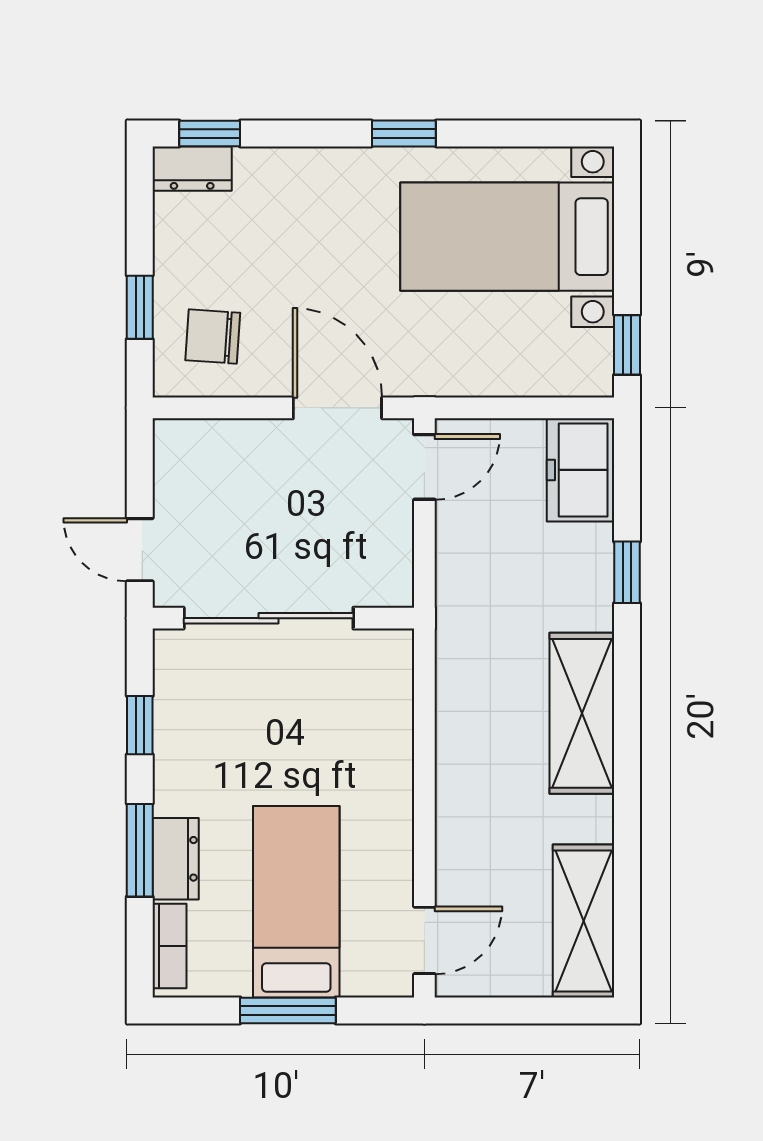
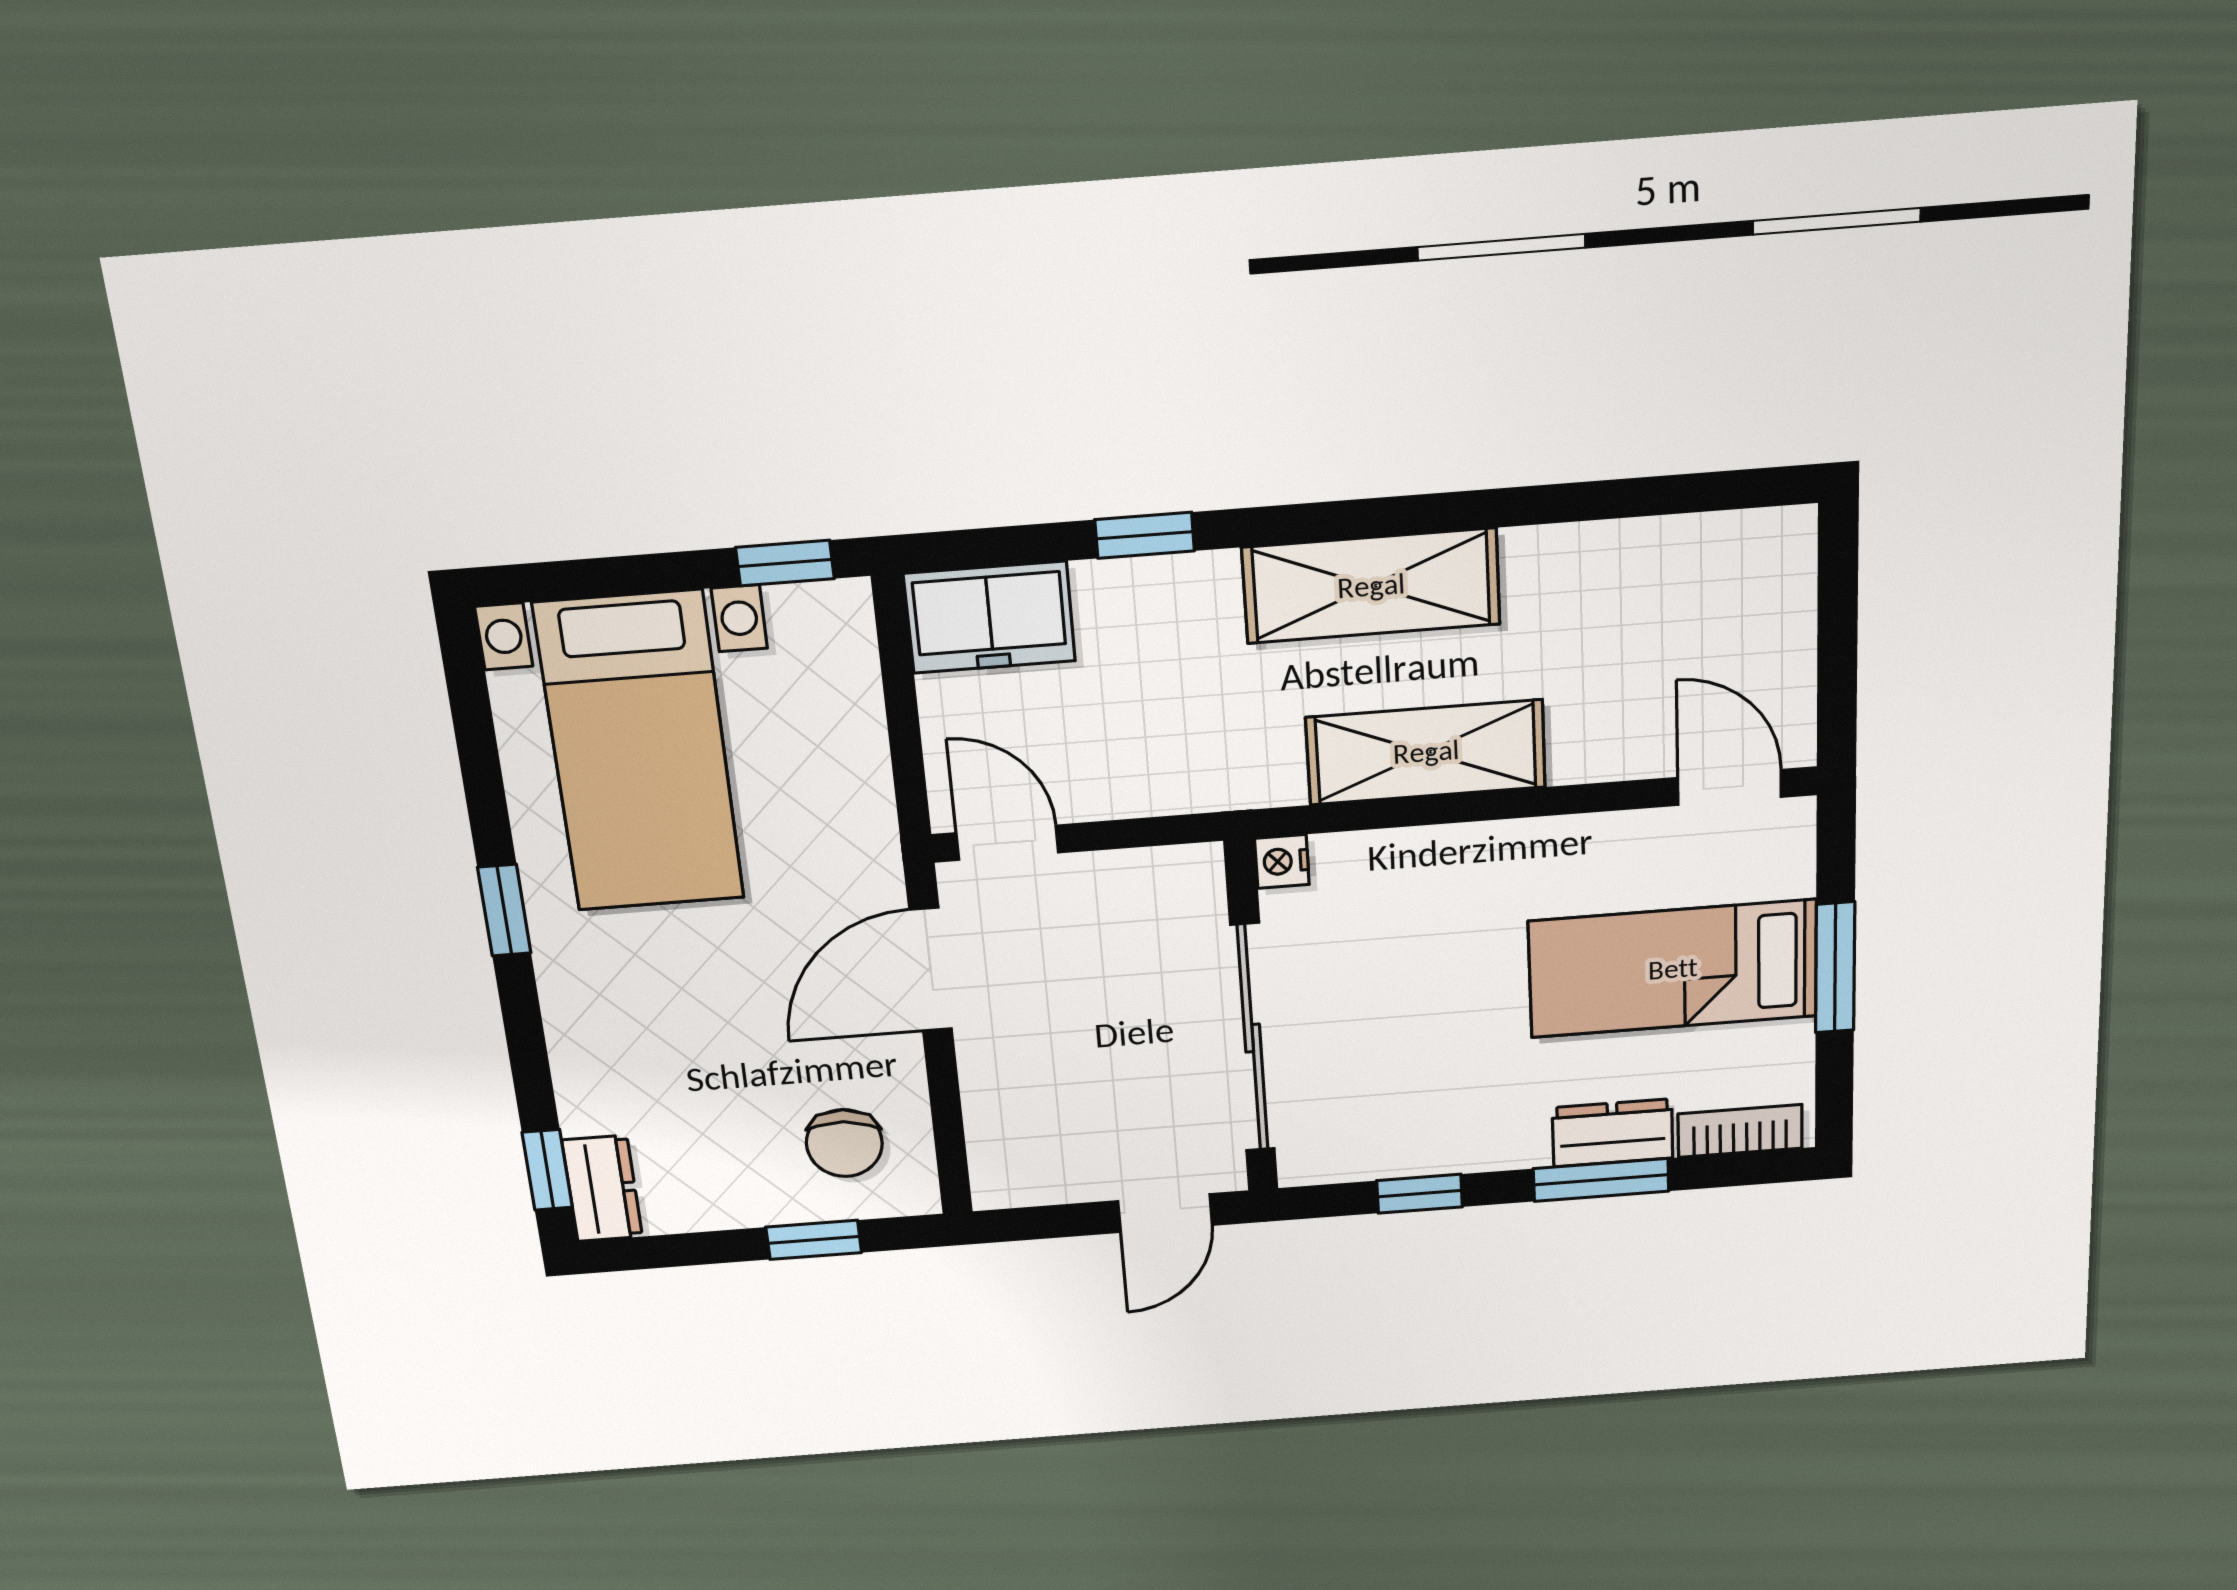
nightstand: (396, 645) -> (1282, 861), added
shelving: (583, 921) -> (1426, 752), moved

